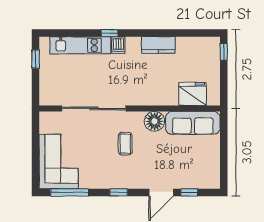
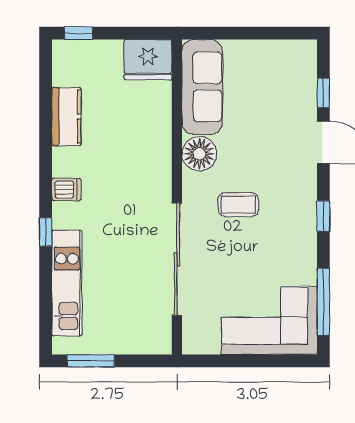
dishwasher: (118, 45) -> (66, 189), moved
kitchen counter: (158, 45) -> (66, 116), moved
window: (36, 59) -> (91, 361), width x1.50
fridge: (193, 94) -> (148, 60), moved, turned -90

